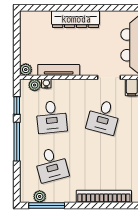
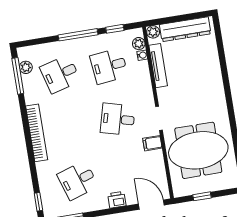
dresser: (76, 19) -> (185, 29), moved, turned -90

